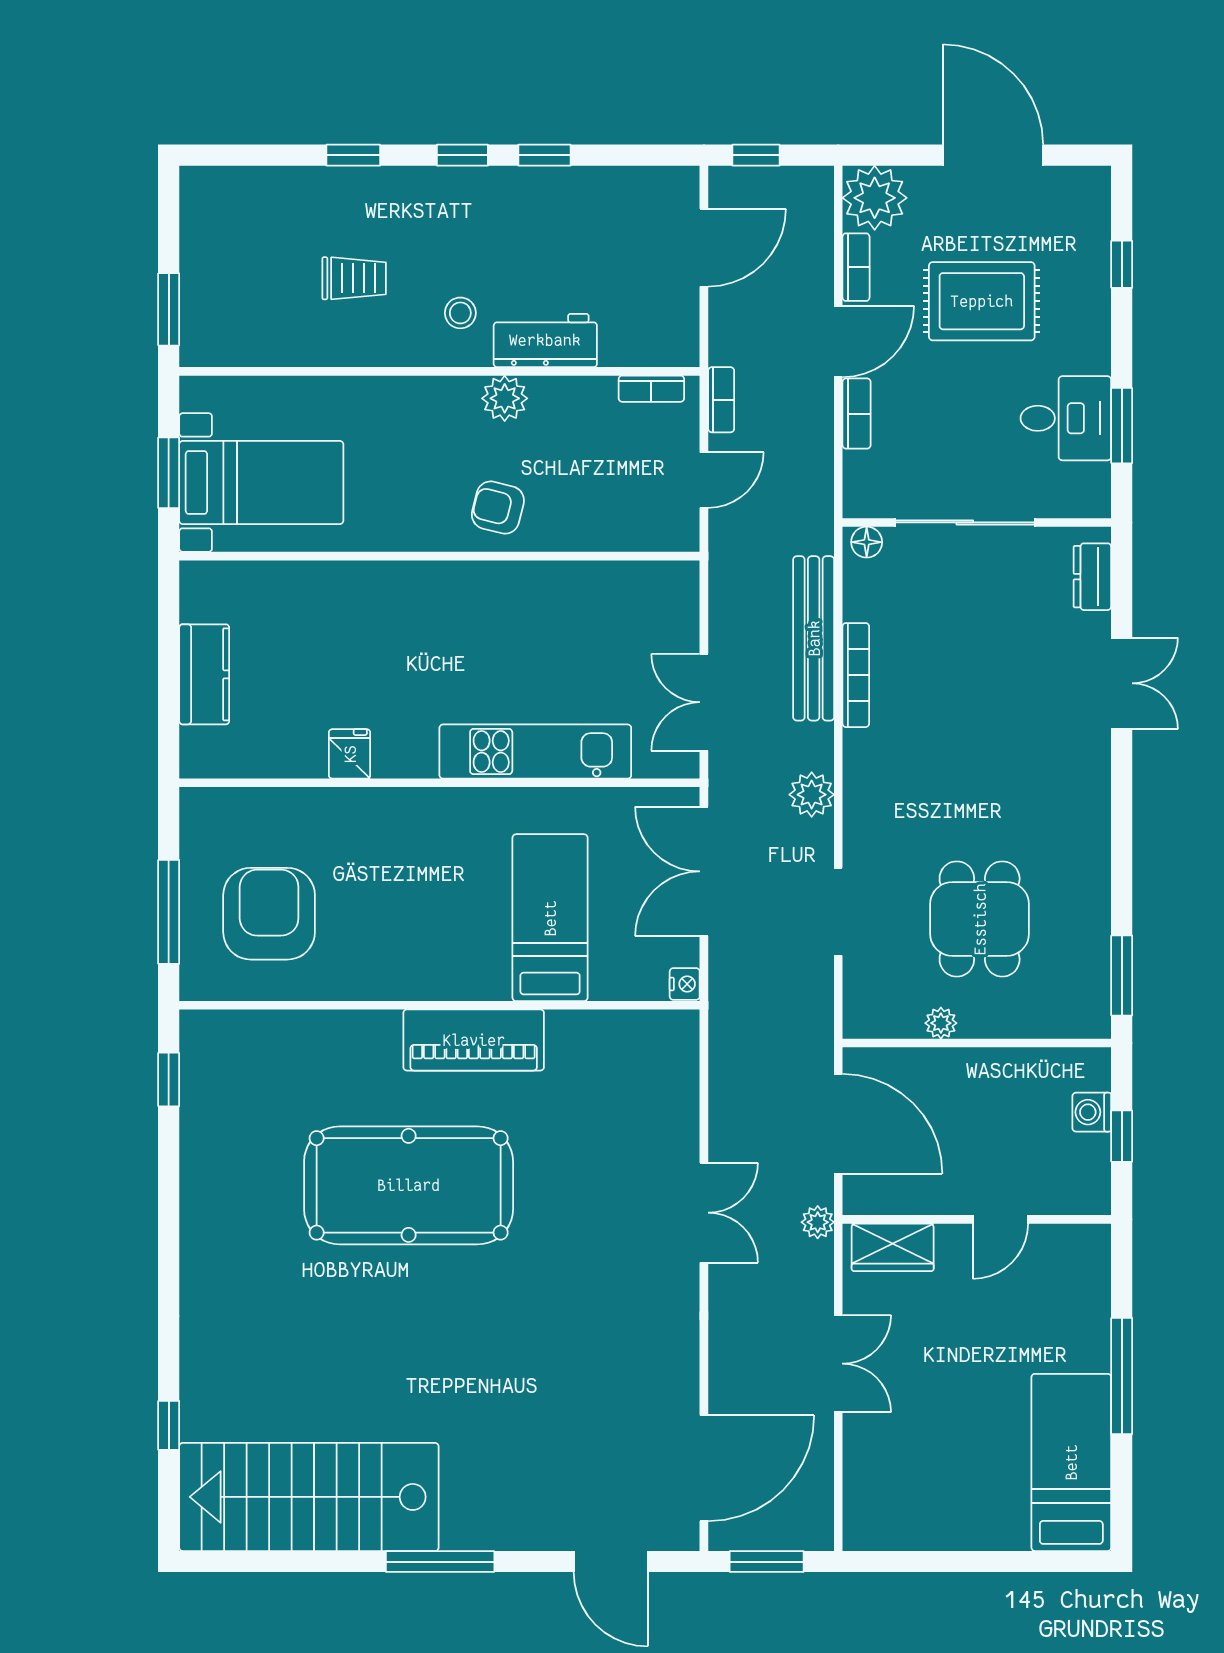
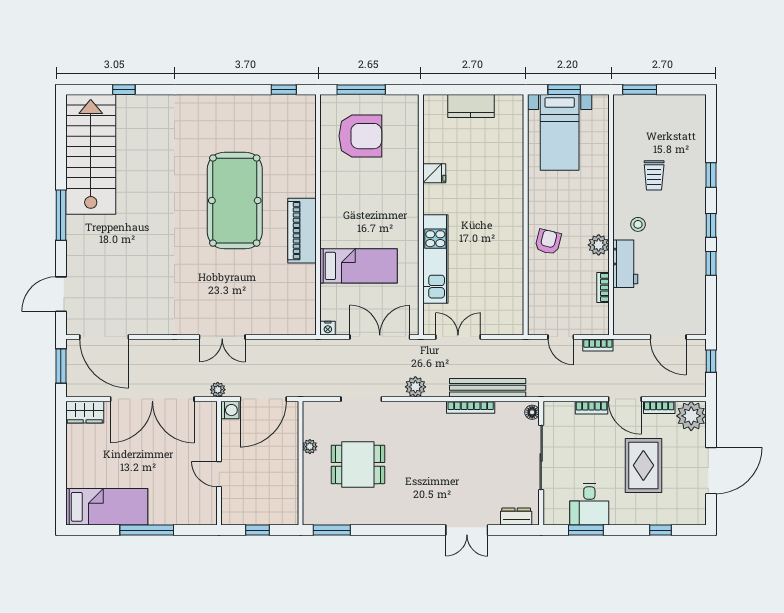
bookcase: (651, 389) -> (603, 287), moved
washing machine: (1092, 1112) -> (230, 410), moved, turned 90
wardrobe: (893, 1247) -> (85, 412), moved, turned -90
double door: (838, 1364) -> (152, 399), width x1.87

